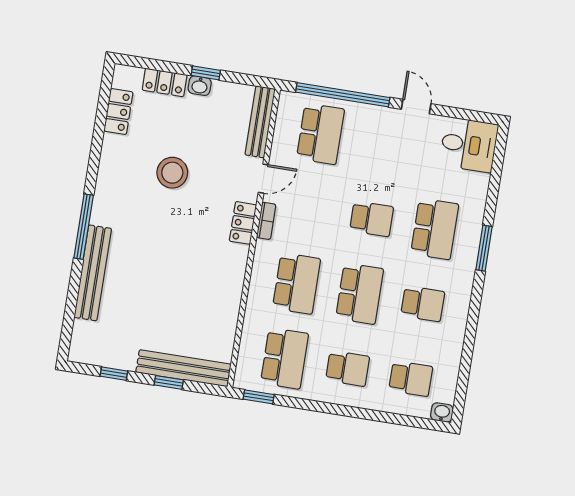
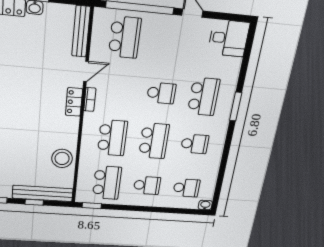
stool: (172, 173) -> (62, 158), moved

